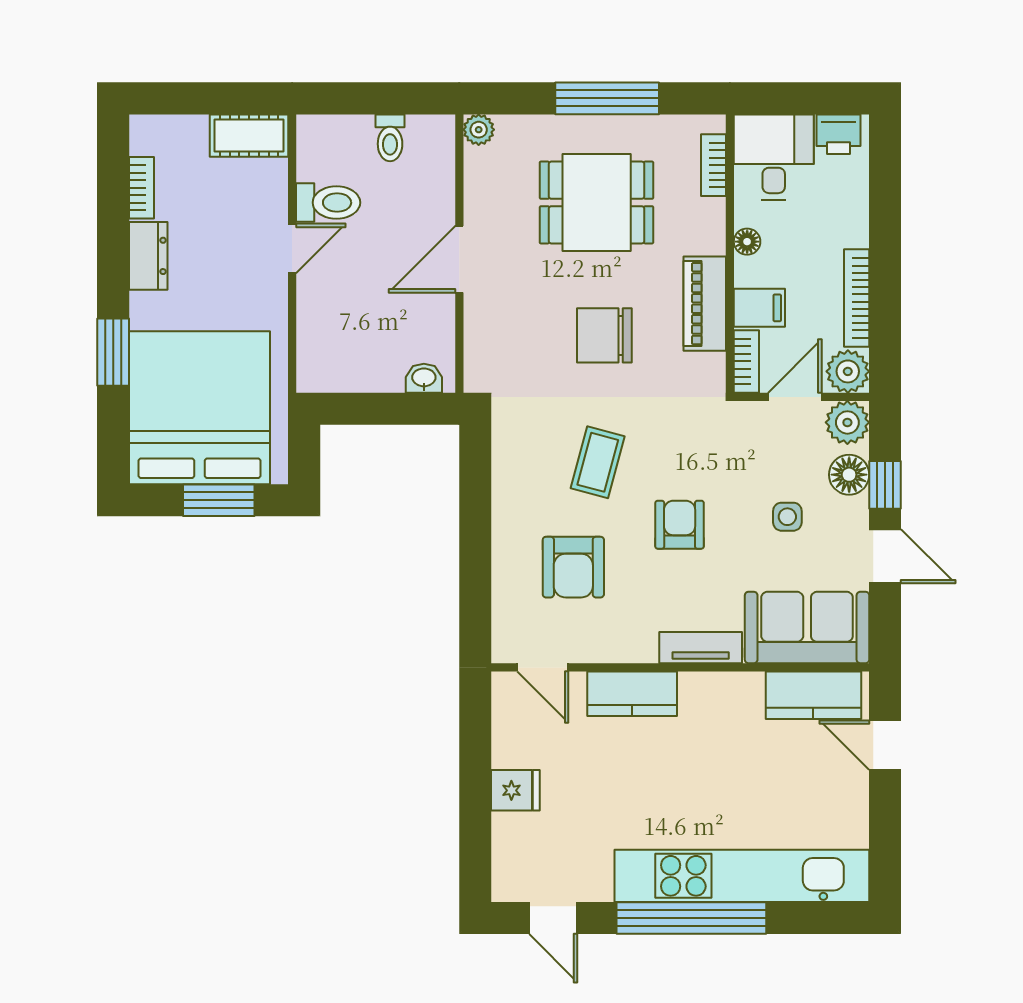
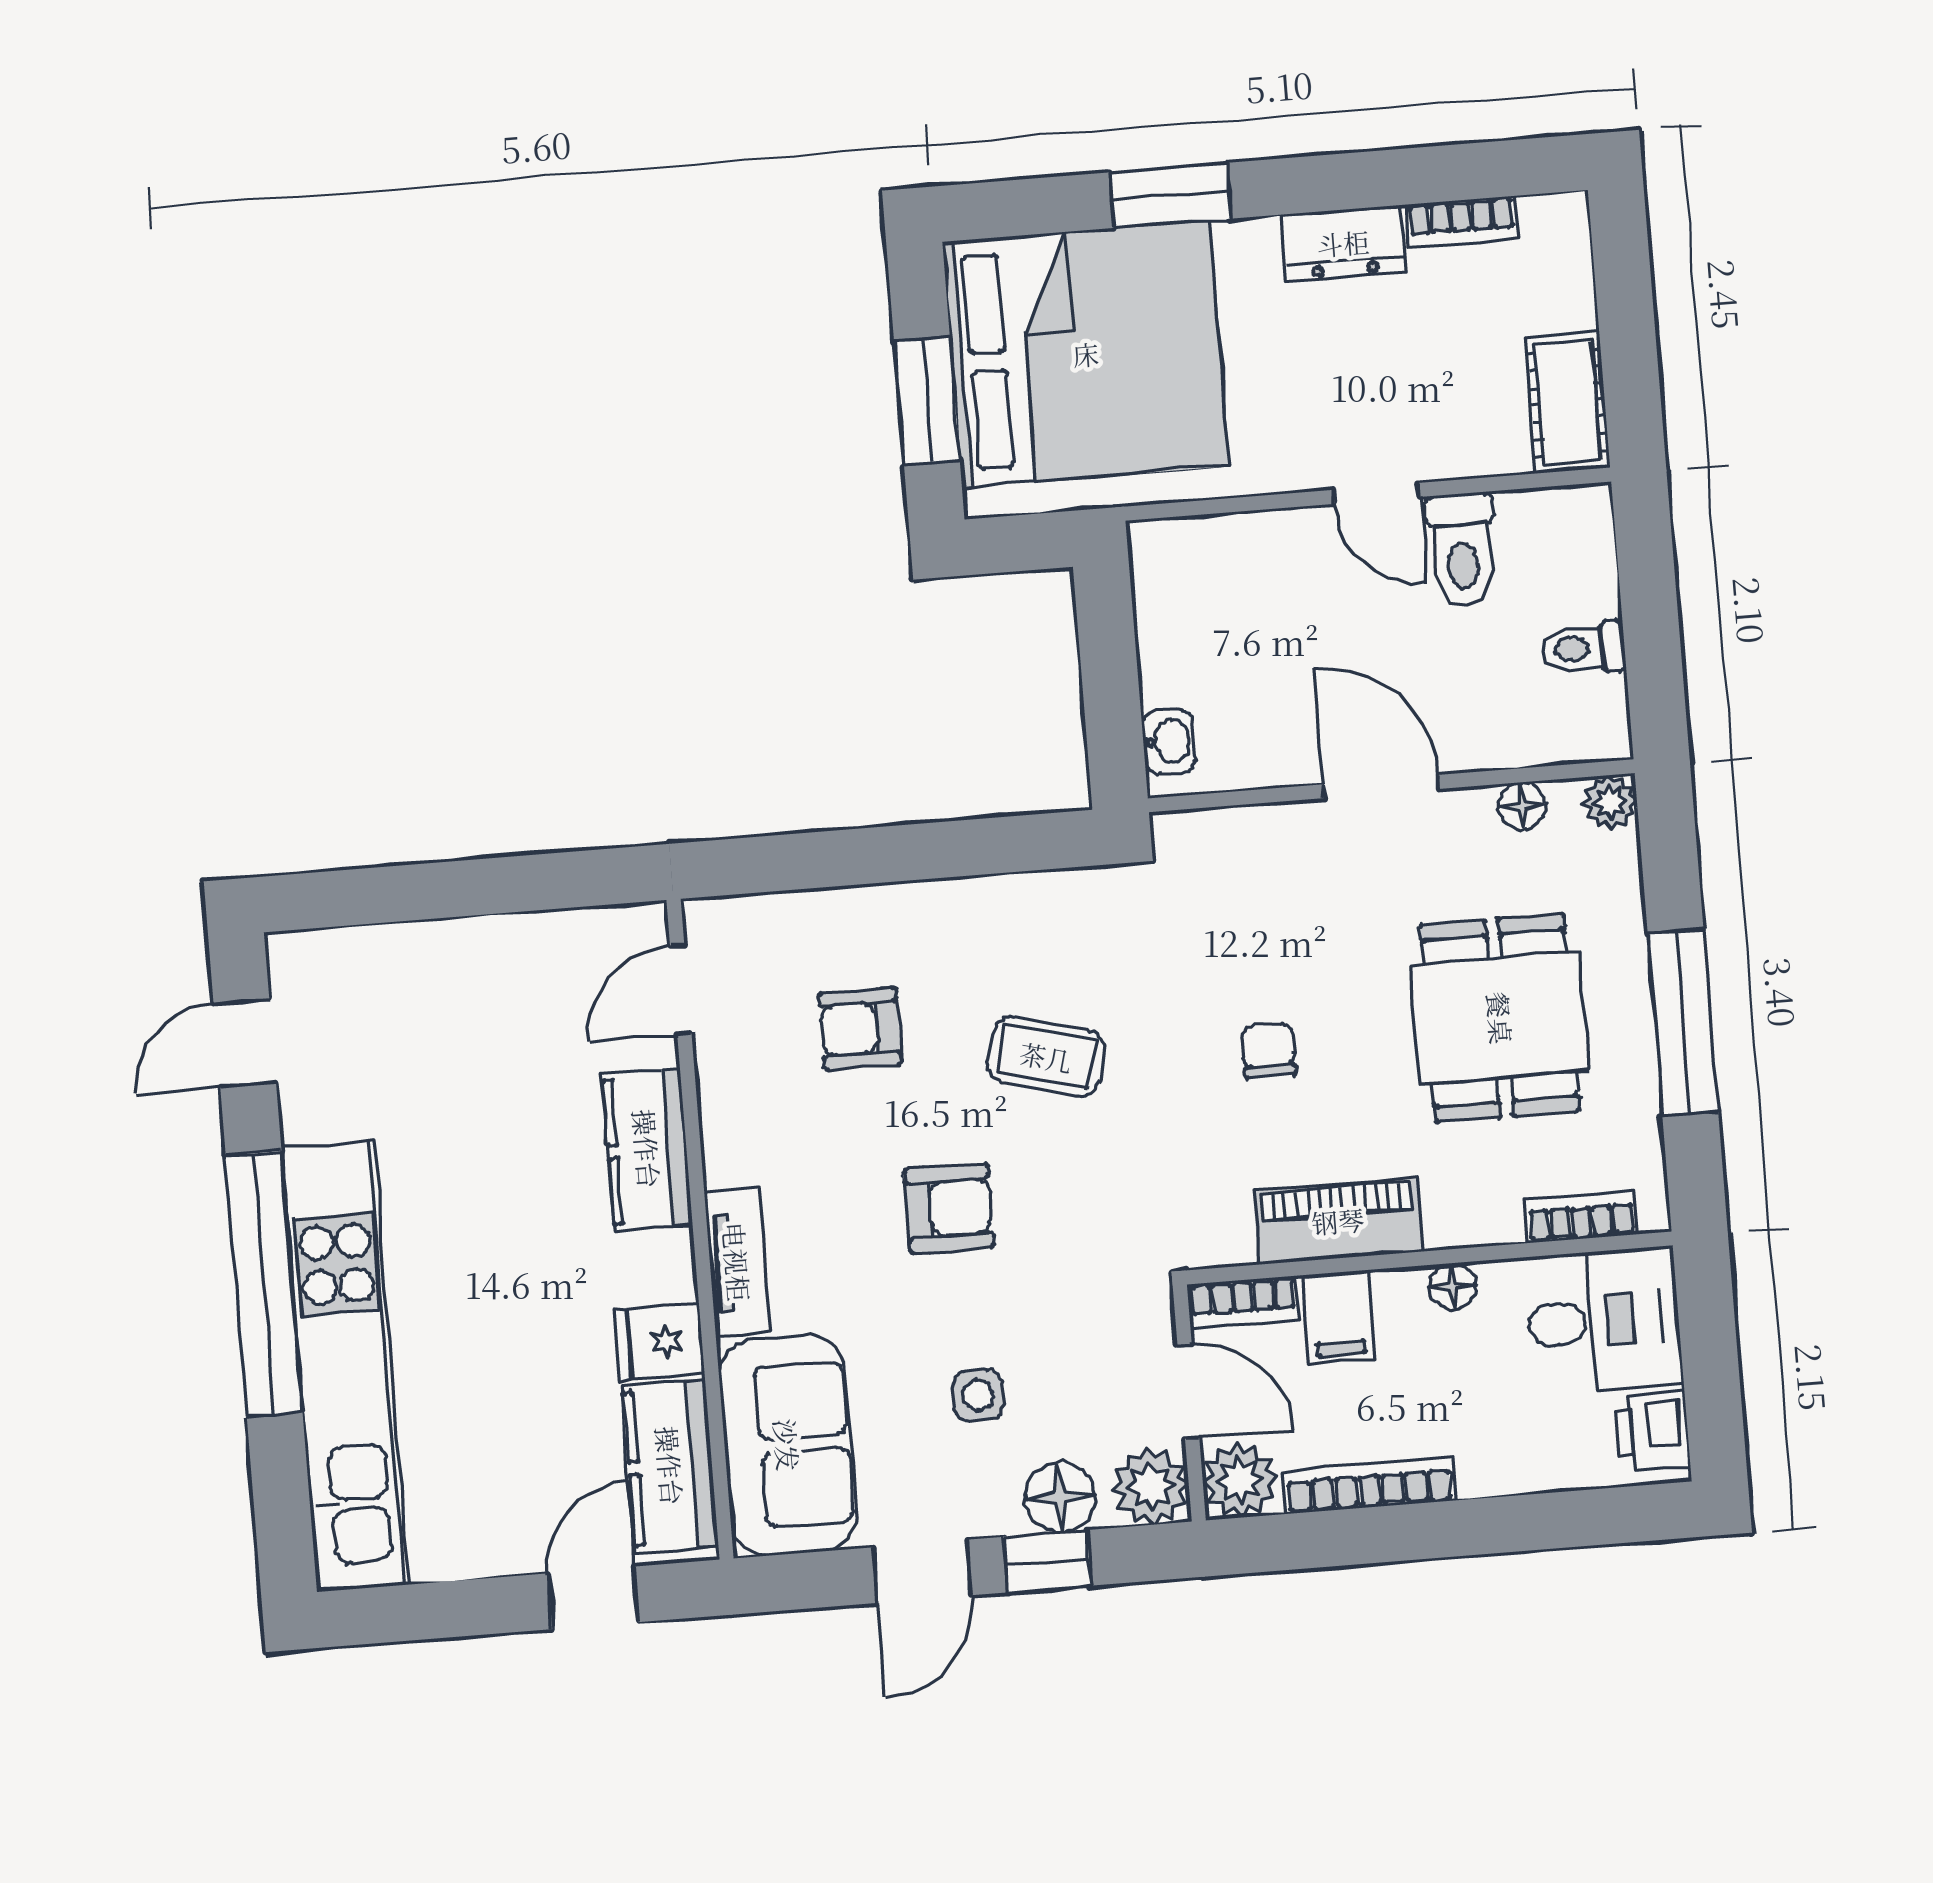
floor lamp: (477, 180) -> (1522, 806), added
chair: (604, 335) -> (1269, 1050), width x0.54, depth x0.54
armchair: (573, 567) -> (860, 1029), width x0.72, depth x0.72
fridge: (515, 790) -> (660, 1342), moved, turned 90

